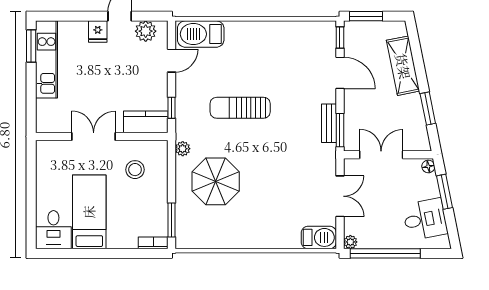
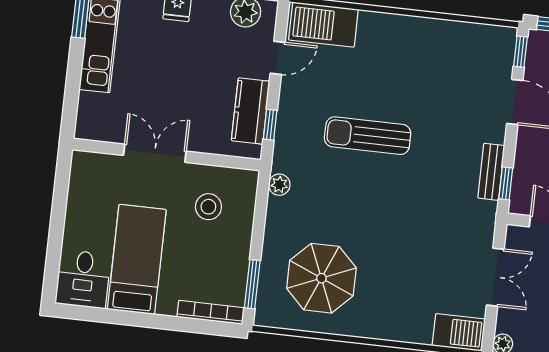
kitchen counter: (146, 122) -> (251, 111), moved, turned -90
window: (340, 130) -> (506, 183), width x0.67
parasol: (216, 181) -> (321, 278), moved
bookcase: (153, 243) -> (211, 312), width x1.56

